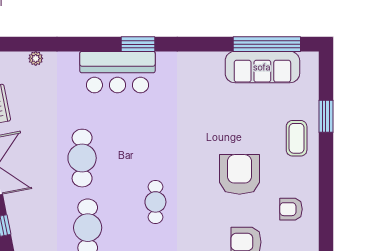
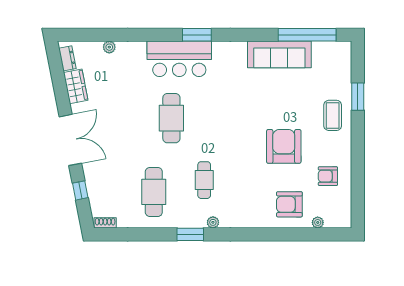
sofa: (262, 67) -> (279, 54), moved
cafe table: (82, 158) -> (171, 118), moved
cafe table: (155, 202) -> (204, 180), moved

